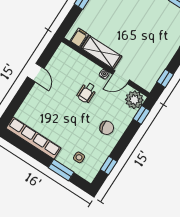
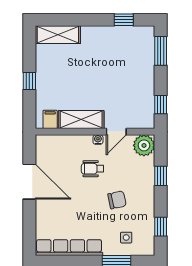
door: (36, 73) -> (29, 182), width x1.88
wheelchair: (87, 93) -> (92, 169), turned 90
window: (142, 115) -> (161, 176), moved
chair: (107, 128) -> (117, 200), moved

